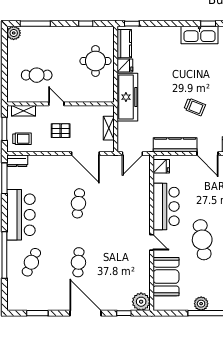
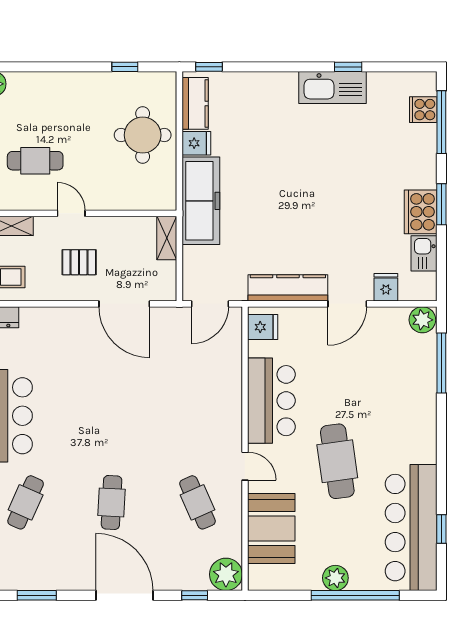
window: (35, 24) -> (33, 67), removed
trolley: (195, 107) -> (324, 219), removed
shelving: (109, 128) -> (167, 238), moved
door: (208, 153) -> (347, 304), hinge flipped
cafe table: (78, 203) -> (197, 502), moved, turned -30

